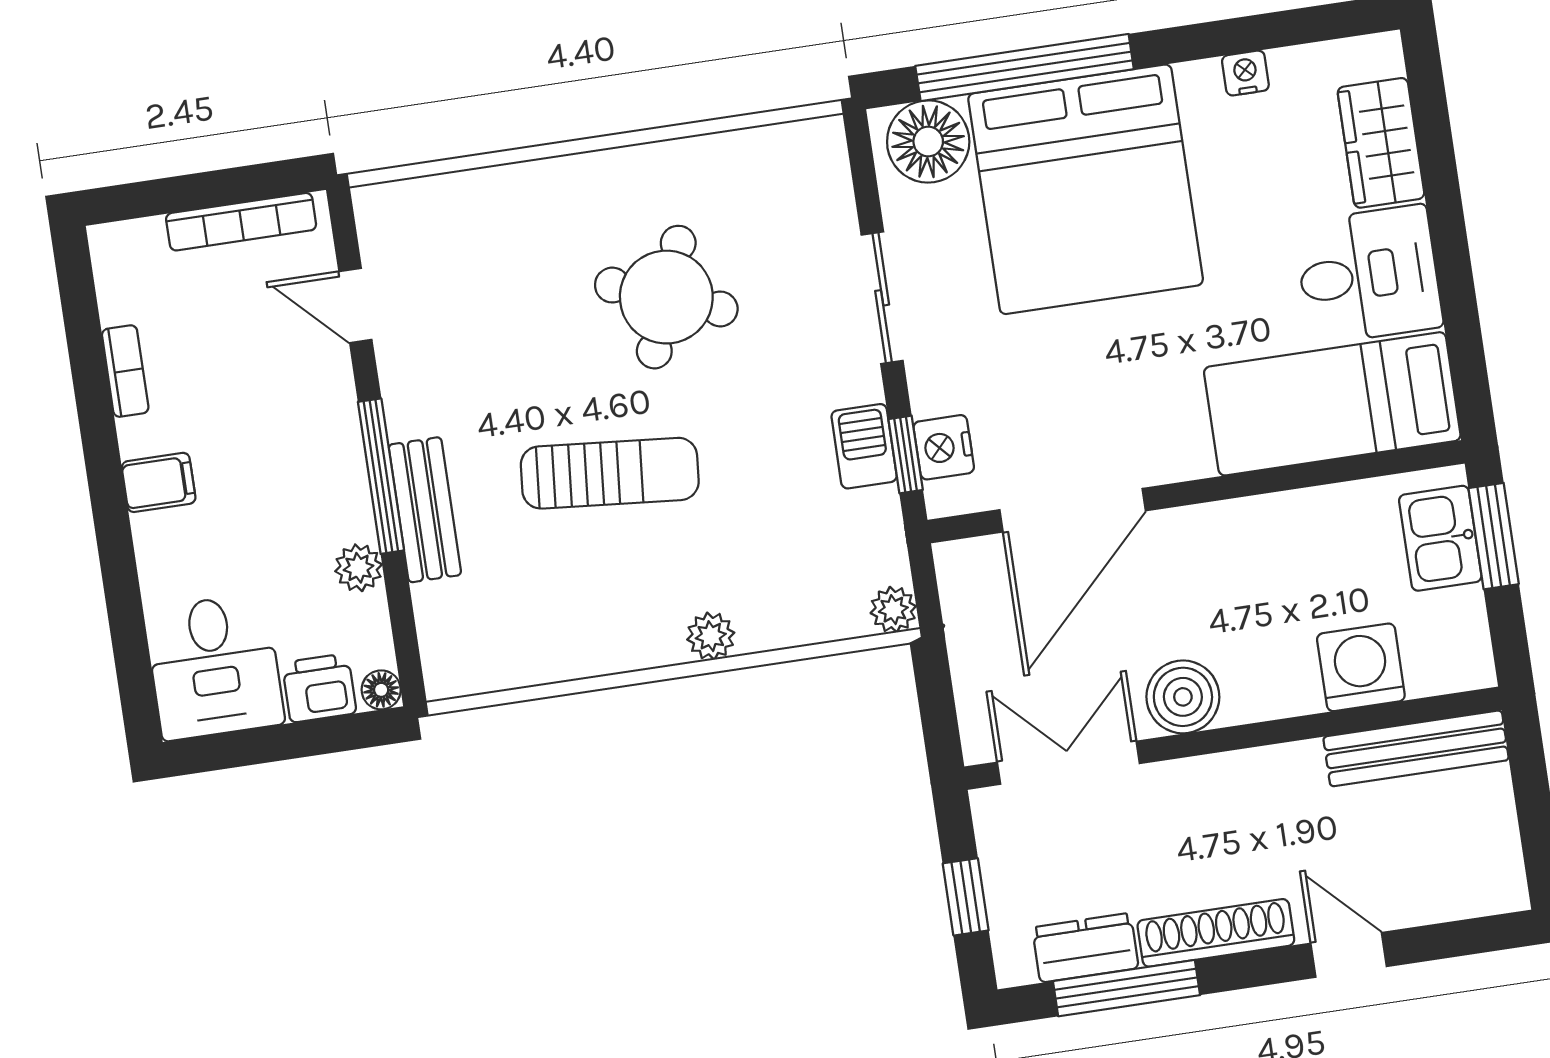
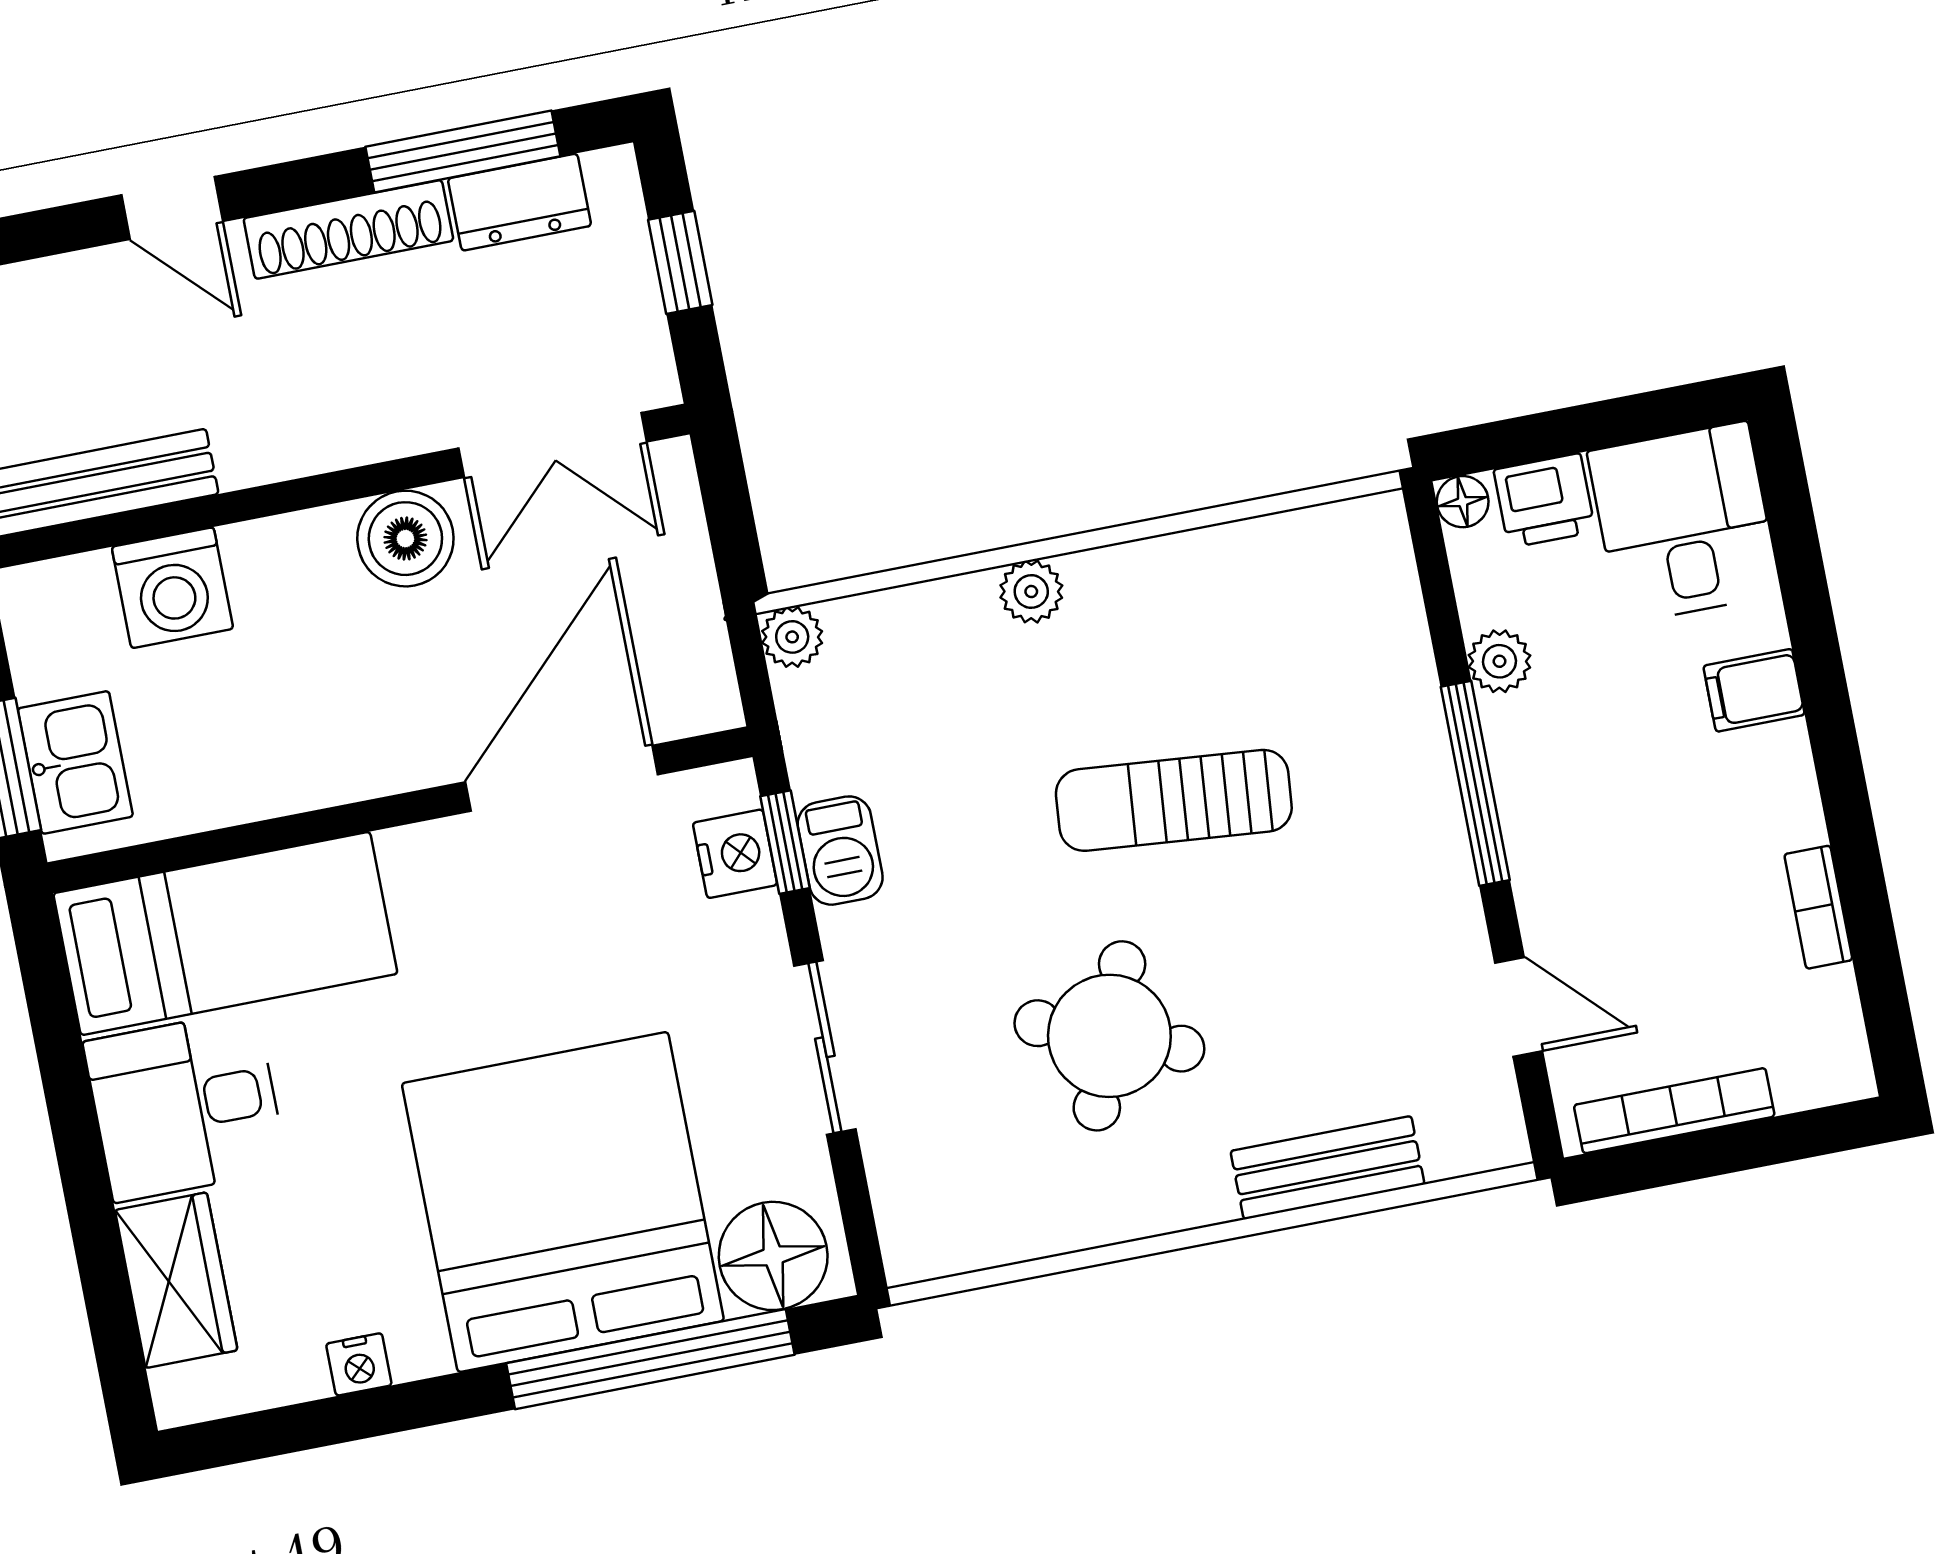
filing cabinet: (159, 482) -> (1754, 690), moved
bench: (425, 510) -> (1328, 1168), moved, turned 90

